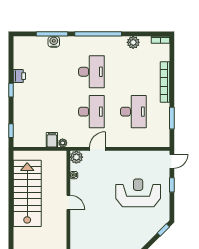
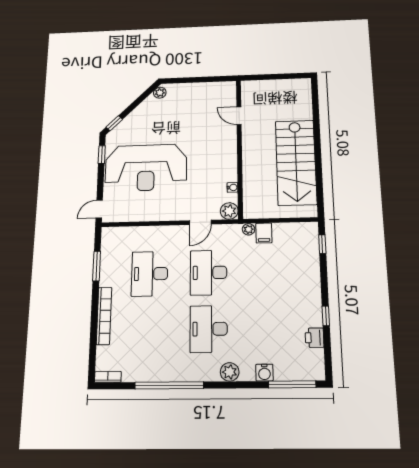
window: (52, 34) -> (292, 384), moved
window: (98, 34) -> (169, 385), moved
plant: (133, 42) -> (230, 372), moved
printer: (19, 76) -> (314, 338), moved
window: (11, 90) -> (326, 316), moved
window: (172, 185) -> (102, 155), moved
reception desk: (138, 193) -> (146, 168), width x1.36, depth x1.30
door: (68, 202) -> (239, 116), moved

